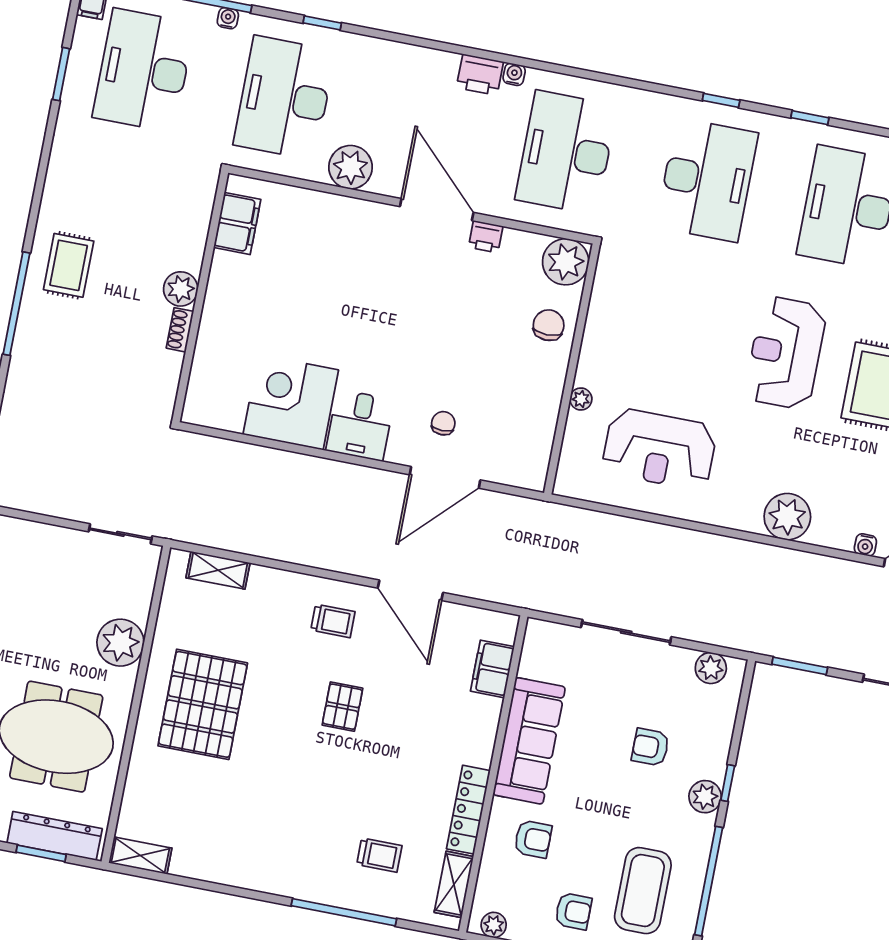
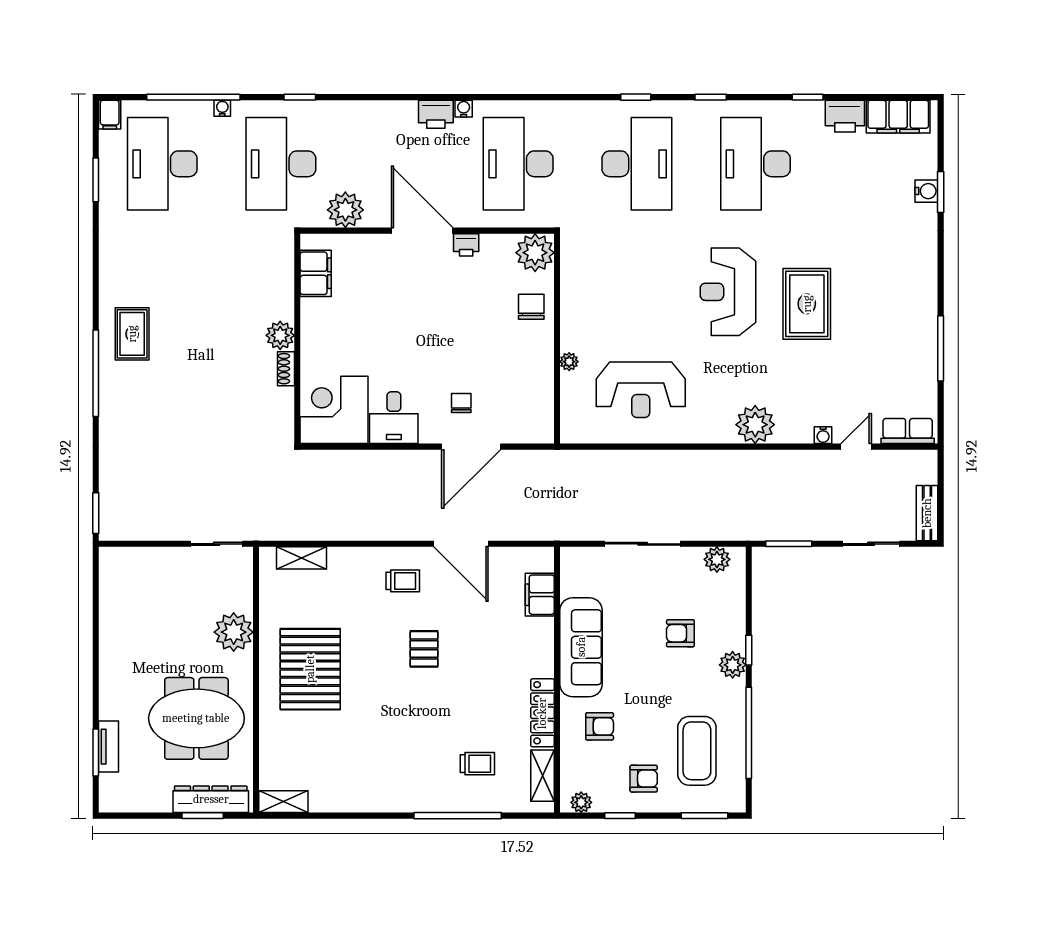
filing cabinet: (237, 223) -> (316, 273), moved
plant: (181, 289) -> (280, 335), moved
wall: (200, 297) -> (297, 339), moved
shoe rack: (180, 330) -> (286, 369), moved

